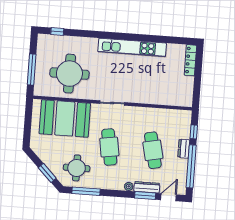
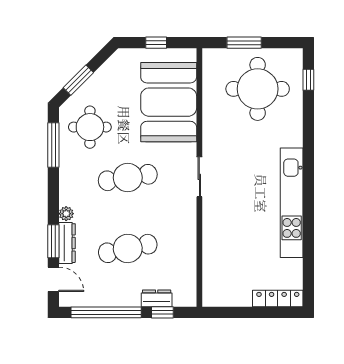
window: (32, 69) -> (244, 43), width x0.69
round table: (69, 74) -> (258, 89), moved
window: (28, 123) -> (156, 43), added
dresser: (184, 149) -> (157, 298), moved

